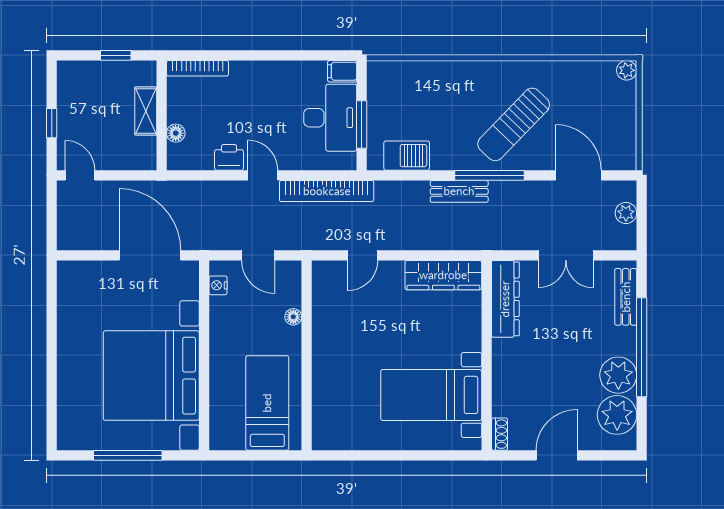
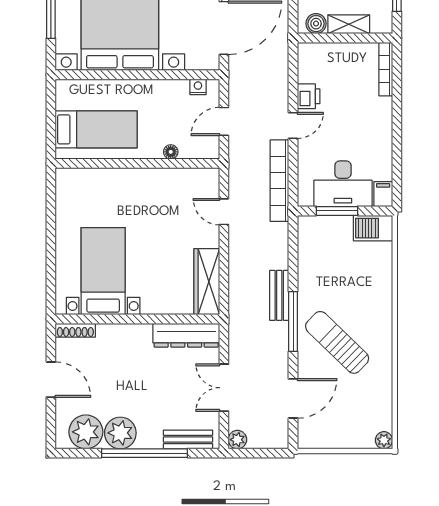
floor lamp: (176, 133) -> (330, 50), removed
boiler: (145, 149) -> (316, 24), added
barbecue: (407, 156) -> (373, 228), moved, turned 90
plant: (626, 213) -> (237, 440), moved
shoe rack: (499, 434) -> (75, 330), width x1.43

